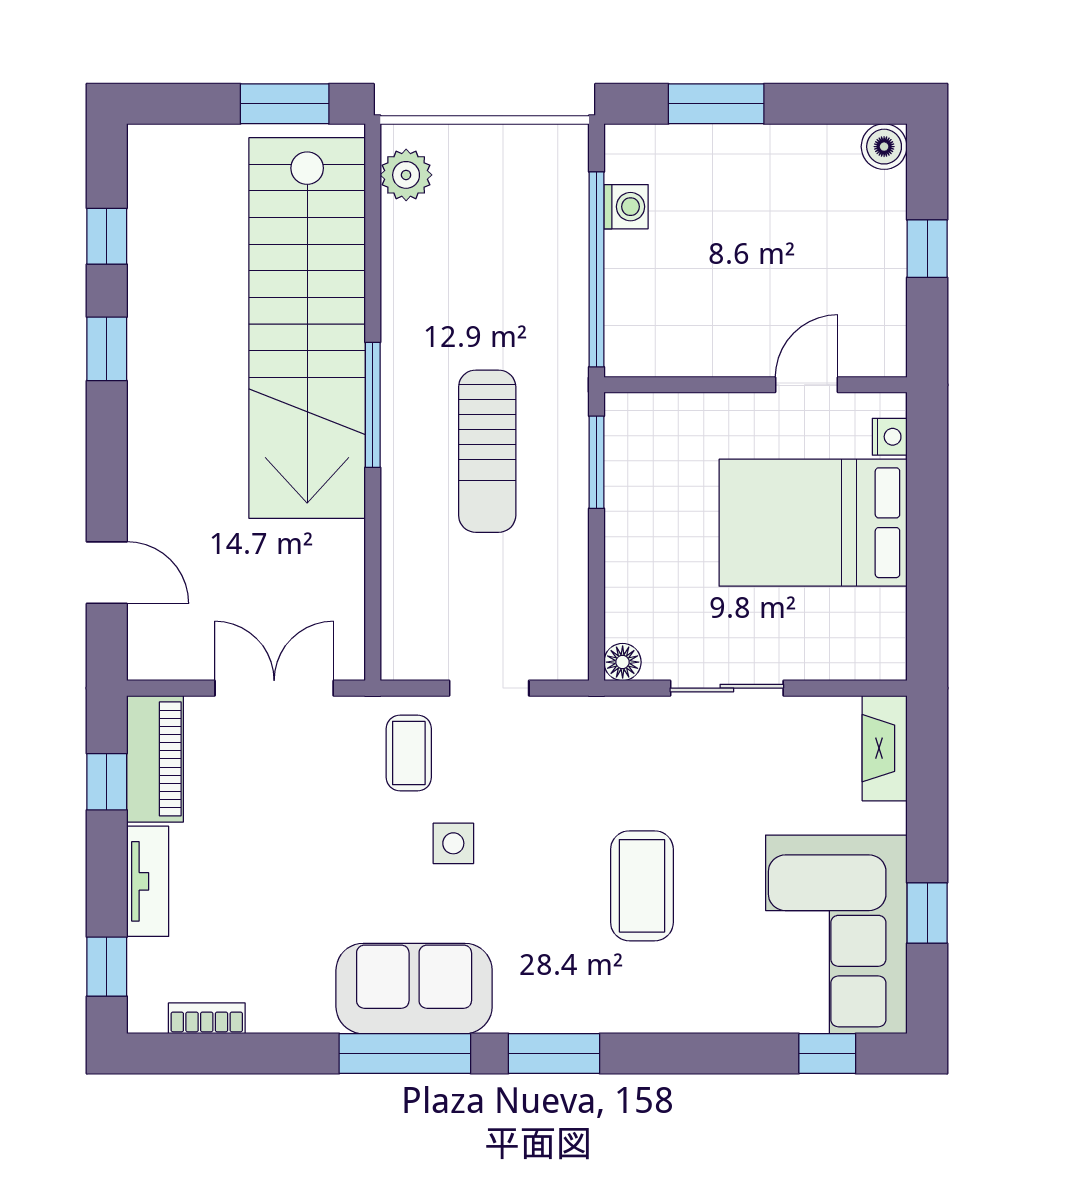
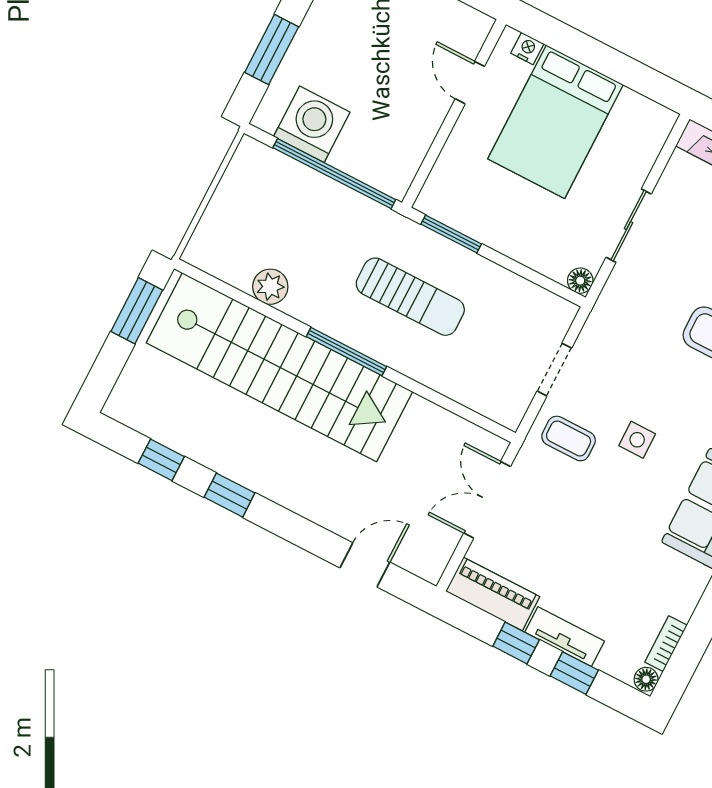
plant: (406, 175) -> (270, 287), moved
washing machine: (626, 207) -> (312, 124), width x1.89, depth x1.89
window: (107, 782) -> (516, 643), moved
window: (107, 967) -> (574, 673), moved
floor lamp: (147, 1016) -> (646, 679), added

